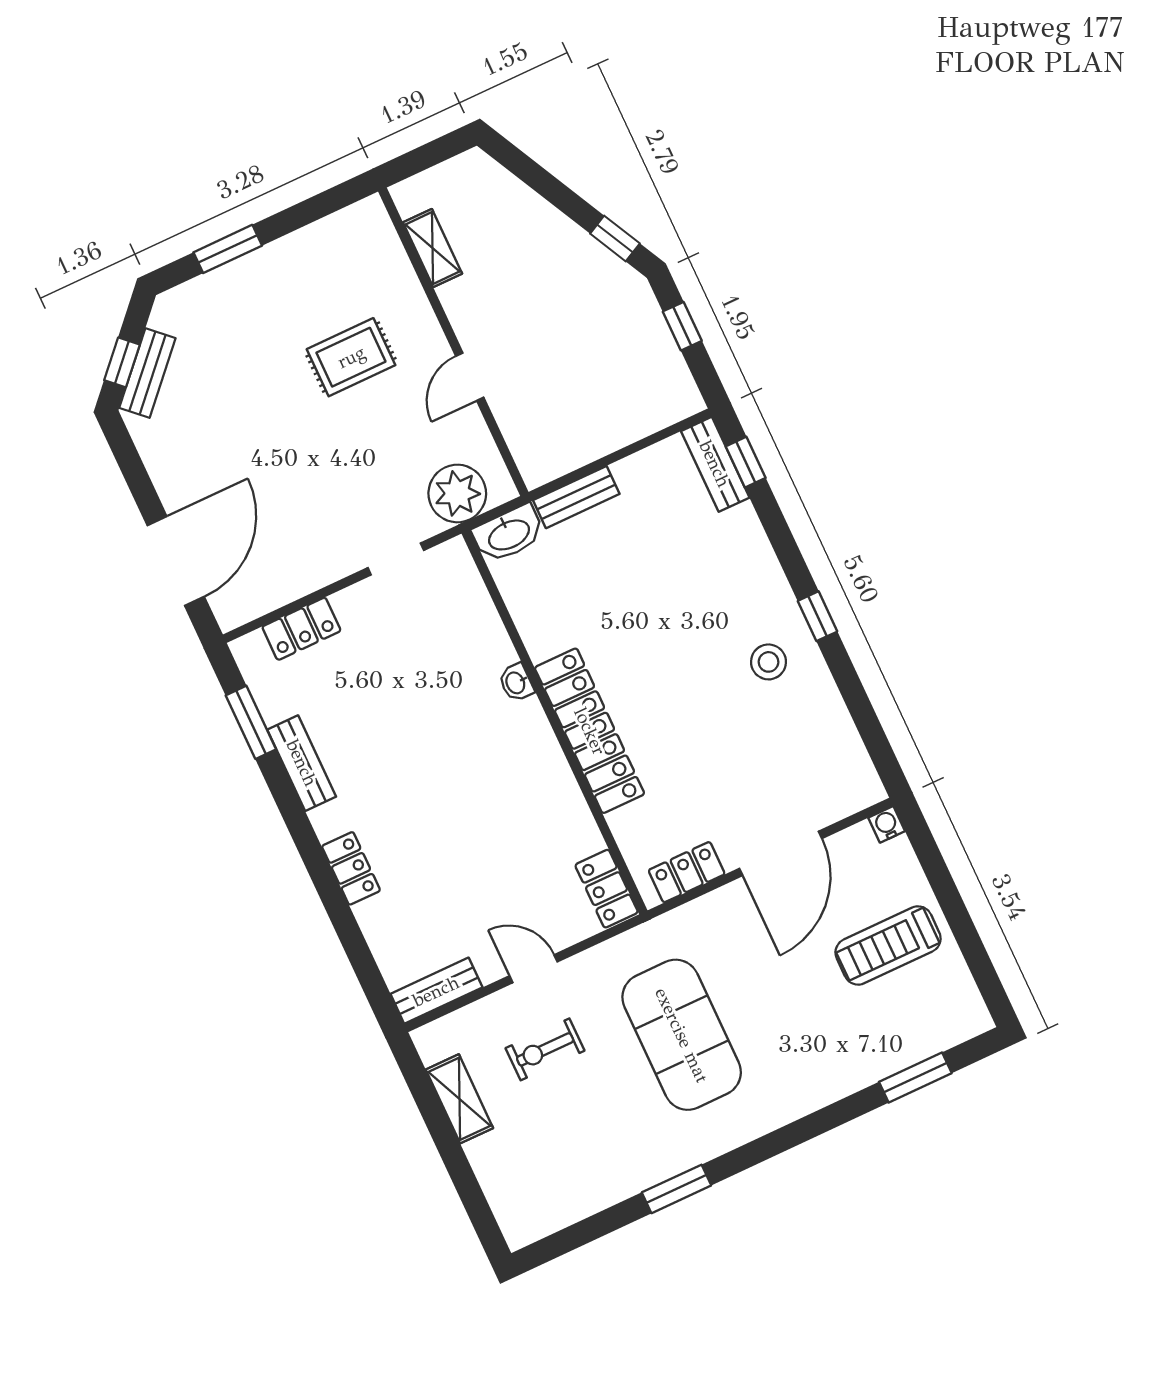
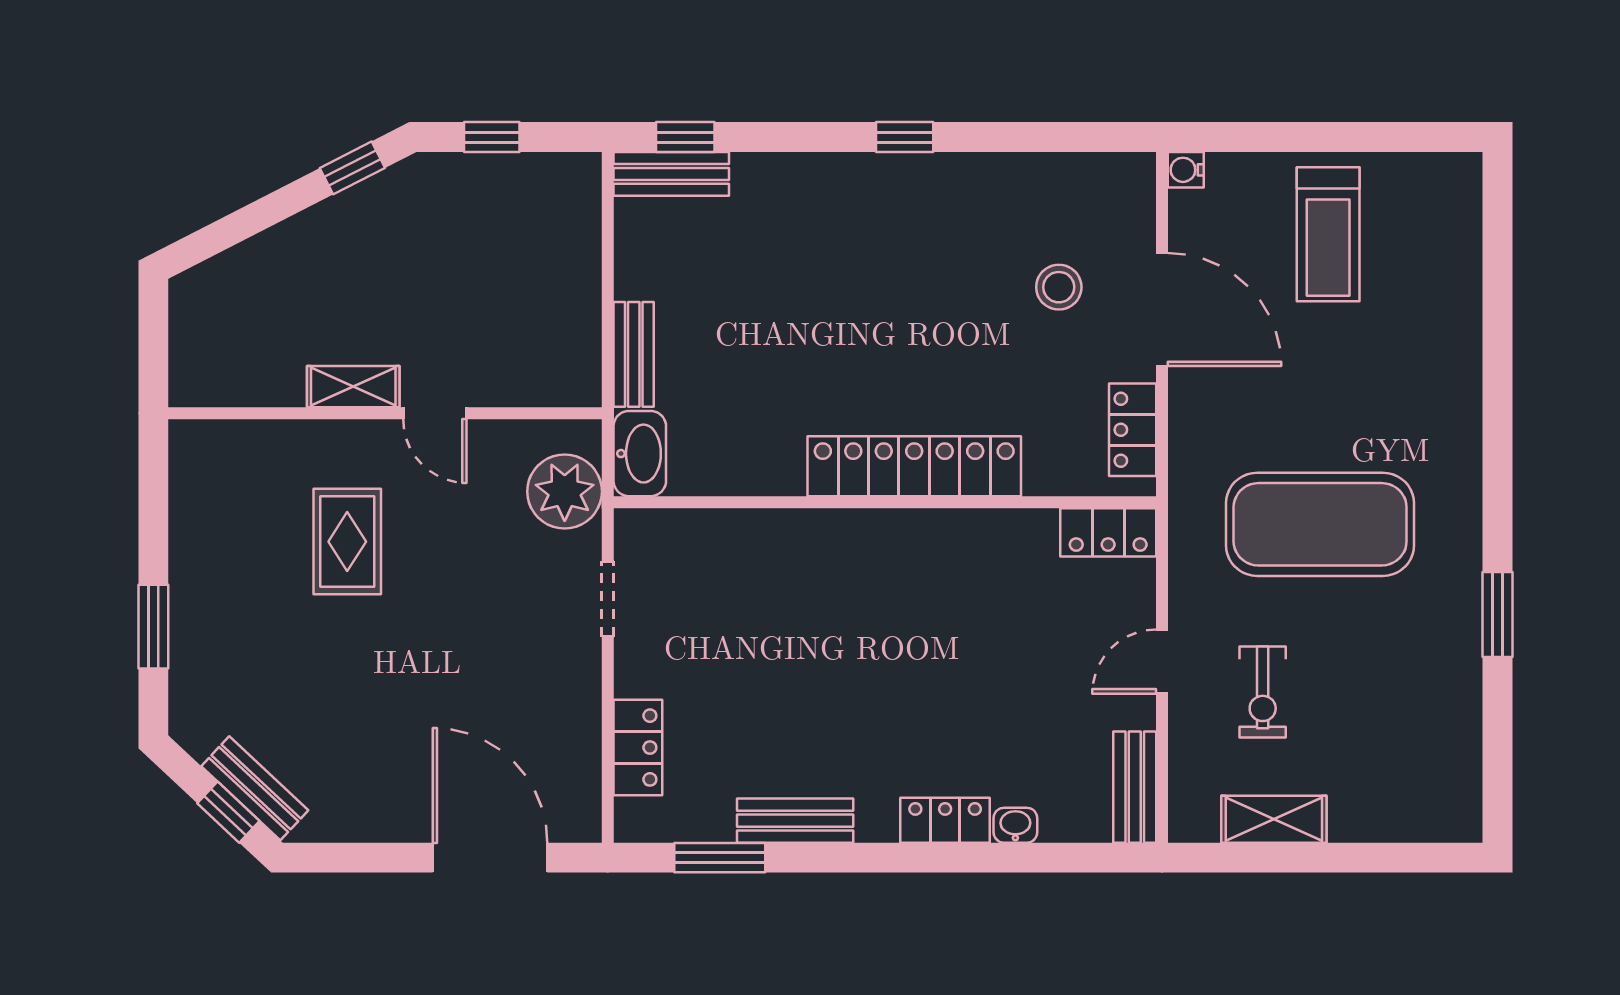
shelving: (433, 248) -> (353, 387), moved
stool: (768, 662) -> (1059, 287), moved
washbasin: (516, 683) -> (1015, 825), moved, turned 180
window: (915, 1078) -> (1497, 274), removed

